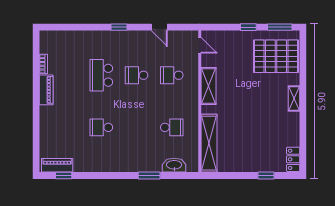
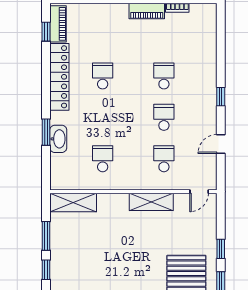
school desk: (101, 75) -> (164, 76), width x0.54
school desk: (172, 127) -> (103, 159), turned 180
shelving: (209, 143) -> (73, 203), width x0.68
locker: (102, 164) -> (59, 77), added
washbasin: (174, 165) -> (58, 139), moved
window: (237, 176) -> (46, 236), added

